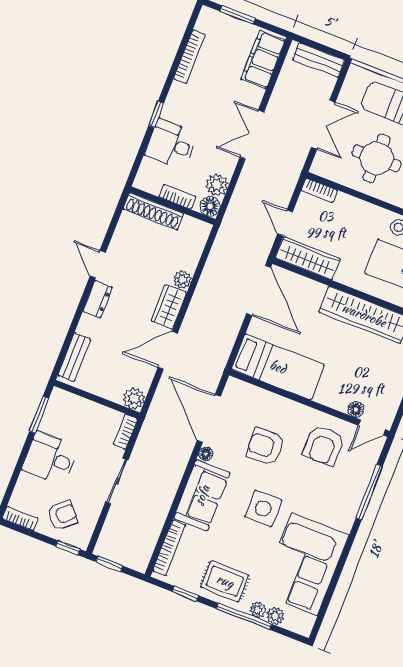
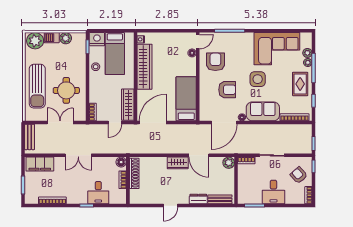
plant: (217, 185) -> (109, 163), removed
shoe rack: (153, 211) -> (134, 173), moved
plant: (182, 280) -> (162, 162), removed
dresser: (98, 299) -> (198, 199), moved
door: (372, 428) -> (198, 42), hinge flipped
armchair: (324, 445) -> (215, 62), turned -90
armchair: (266, 447) -> (227, 90), turned -87

